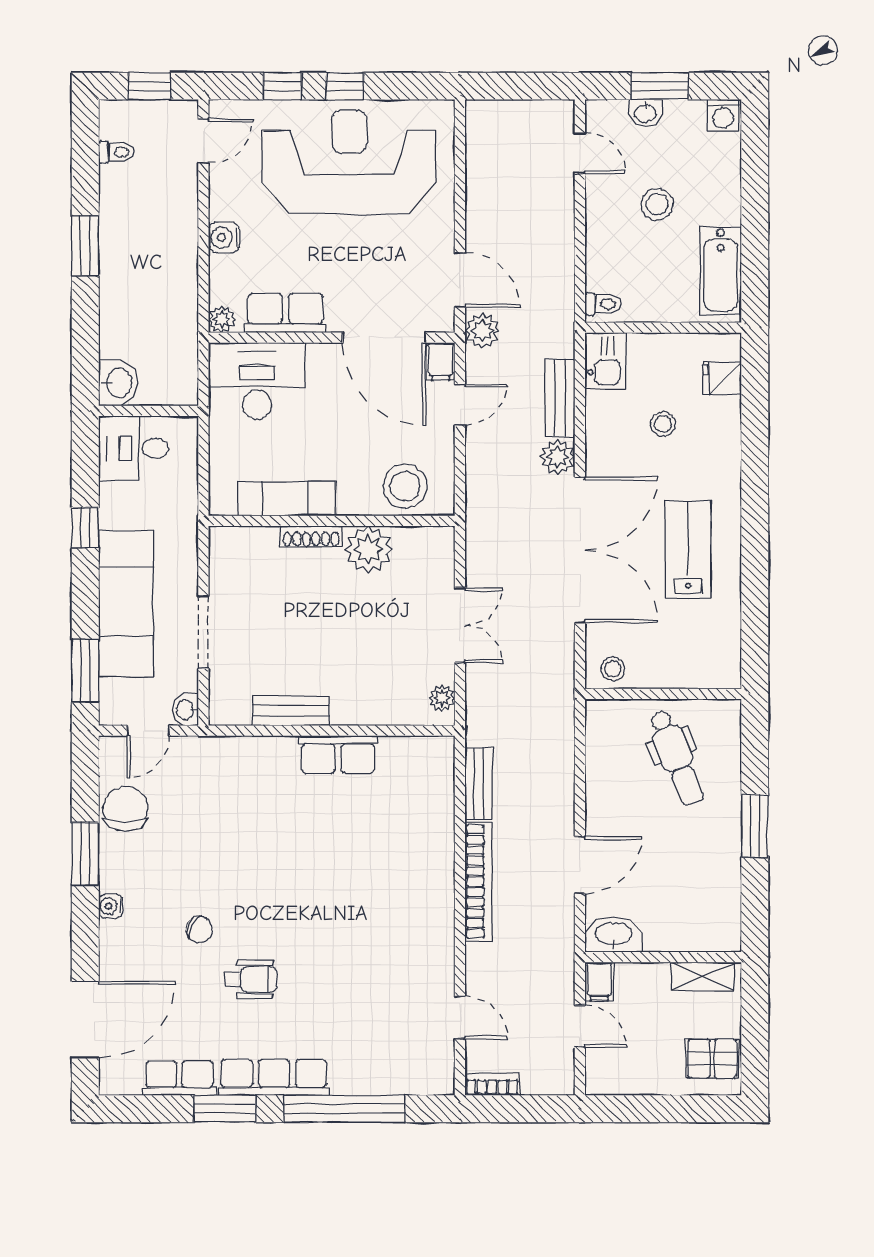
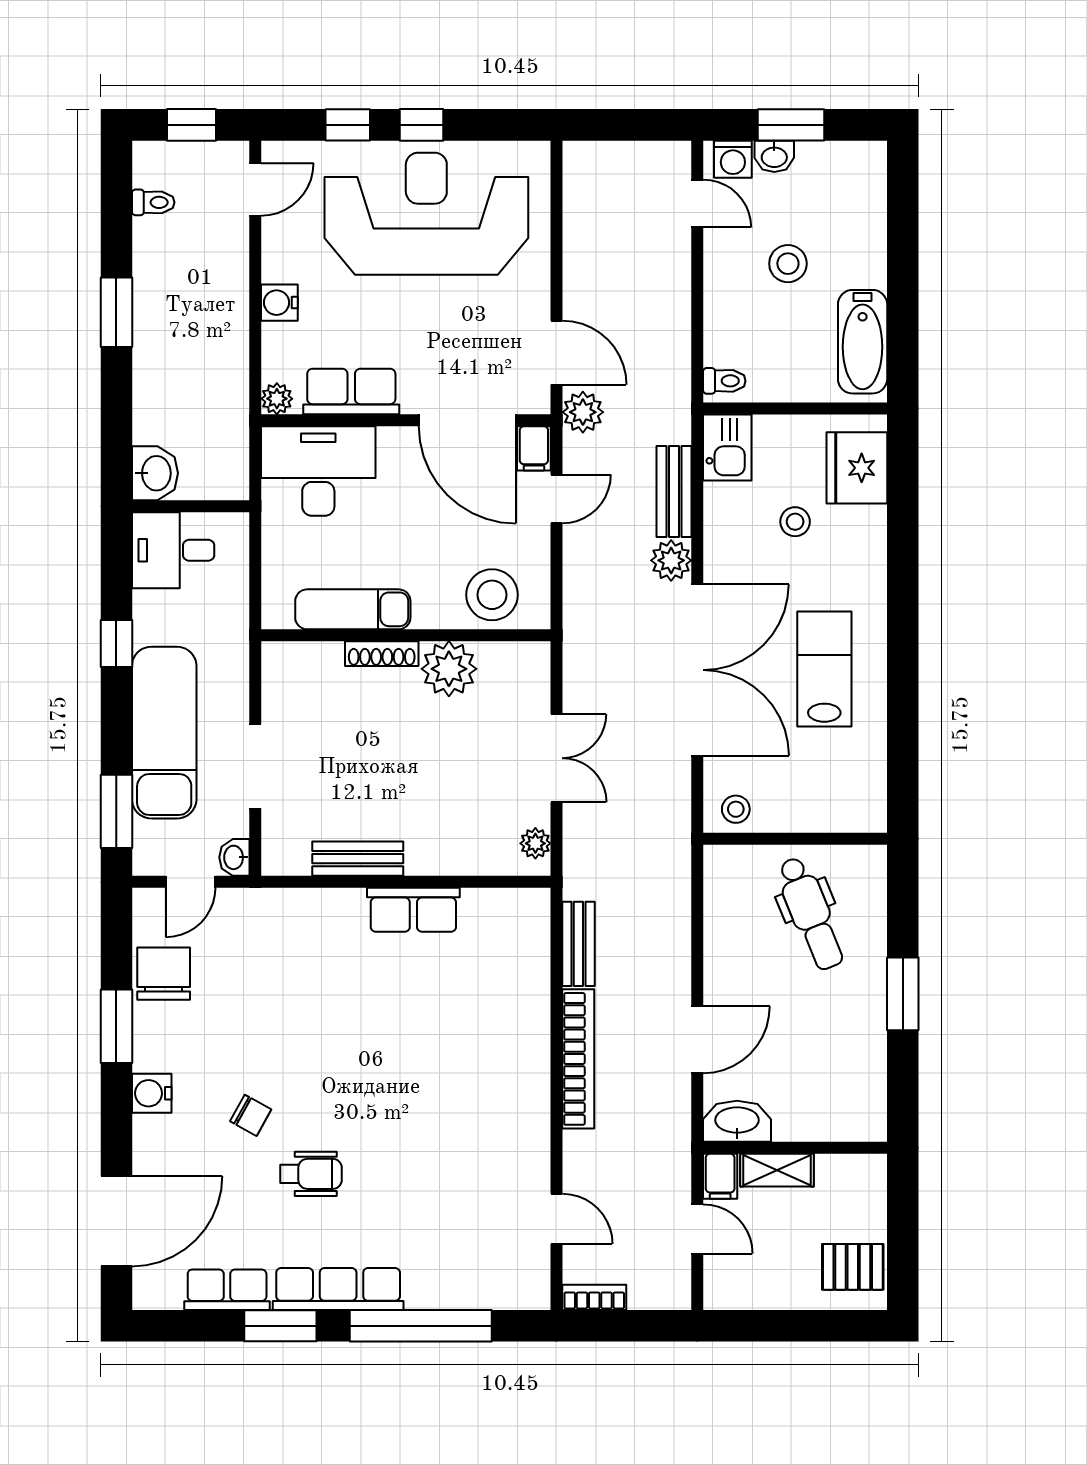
washing machine: (723, 115) -> (733, 159), moved
fridge: (722, 378) -> (857, 468), width x1.88, depth x1.34
water cooler: (111, 906) -> (152, 1093), width x1.38, depth x1.38
shelving: (703, 976) -> (777, 1170), moved

